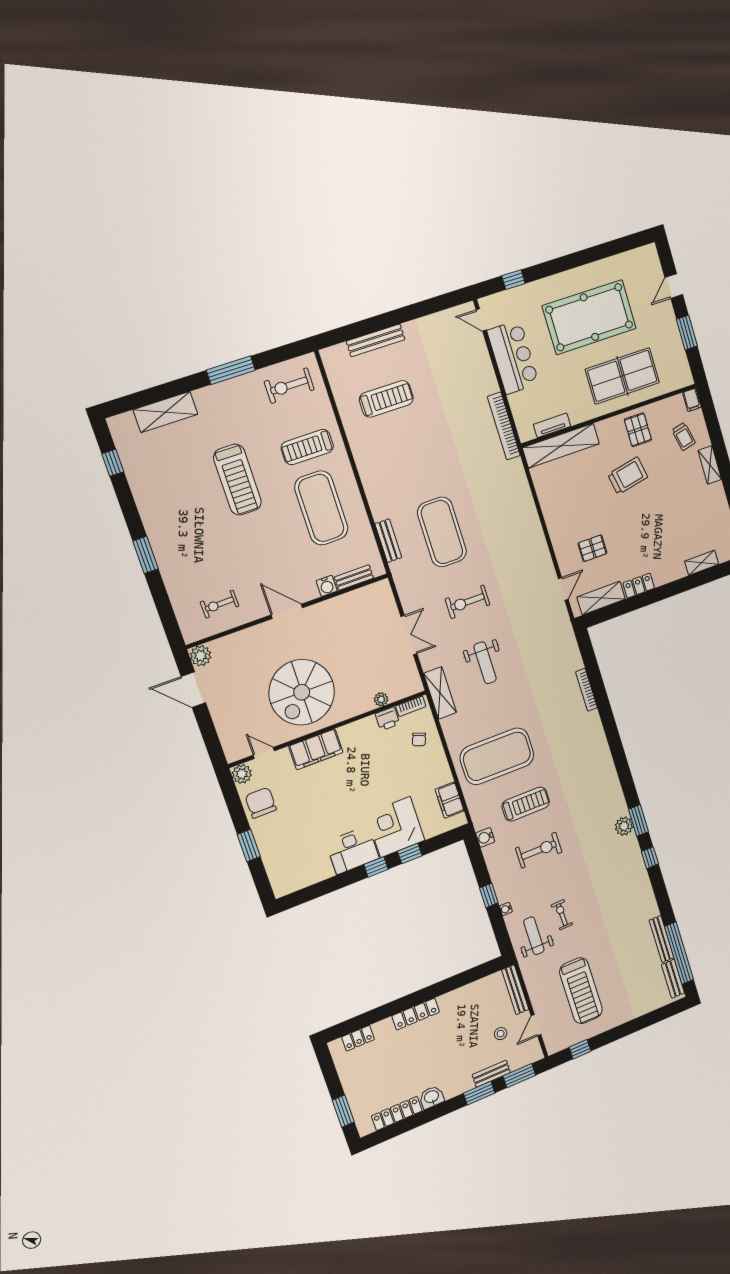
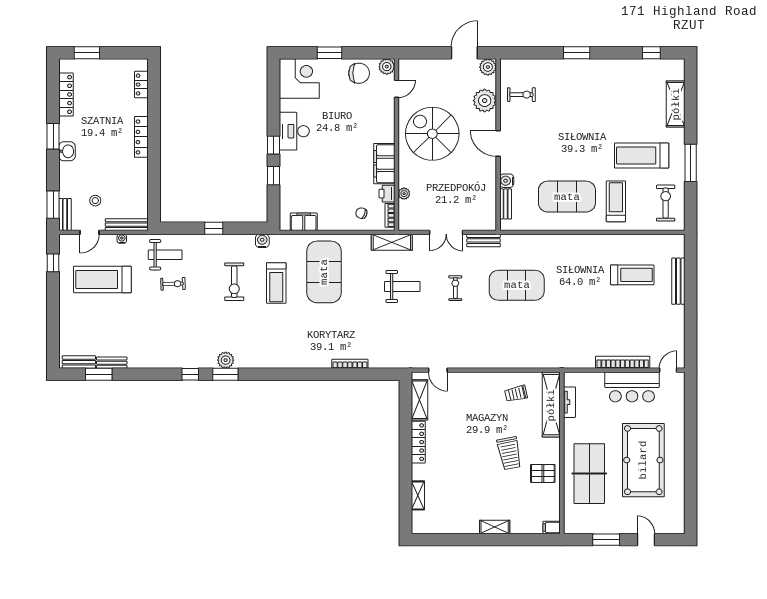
window: (514, 280) -> (691, 406), removed
treadmill: (386, 399) -> (632, 275), turned -90
bookcase: (504, 426) -> (623, 362), moved
trolley: (684, 436) -> (516, 394), moved
treadmill: (237, 480) -> (642, 156), moved
bench: (388, 541) -> (484, 240), moved
pallet: (592, 548) -> (462, 405), removed
locker: (639, 586) -> (418, 442), width x1.53
exercise bike: (468, 602) -> (455, 288), width x0.73, depth x0.72
exercise bike: (220, 604) -> (521, 95), turned 91
door: (287, 611) -> (498, 143), swing flipped
plant: (242, 645) -> (485, 101), added
weight bench: (485, 663) -> (402, 287), turned 180
filing cabinet: (316, 749) -> (384, 164), moved
corner desk: (395, 827) -> (299, 79), moved
water cooler: (506, 909) -> (122, 239), moved
bench: (661, 939) -> (112, 363), width x0.73
window: (679, 953) -> (99, 374), width x0.47
door: (536, 1025) -> (90, 232), swing flipped
bench: (491, 1074) -> (65, 214), moved
window: (479, 1093) -> (53, 136), moved
washbasin: (432, 1097) -> (67, 151), moved

